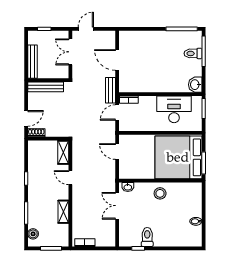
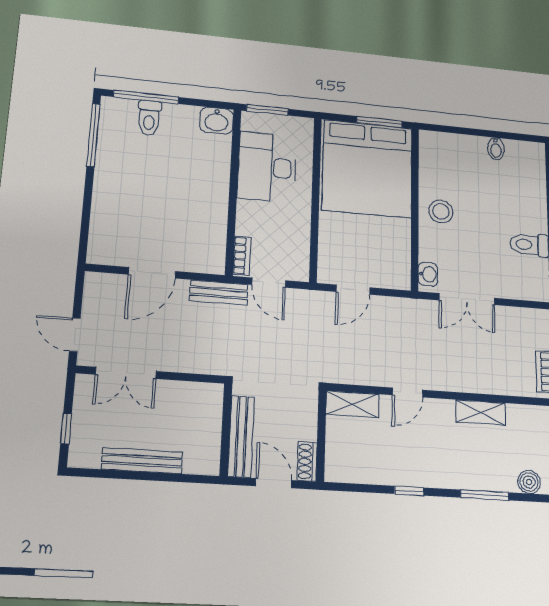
wall: (48, 80) -> (226, 430), moved
bench: (46, 87) -> (241, 437), moved

